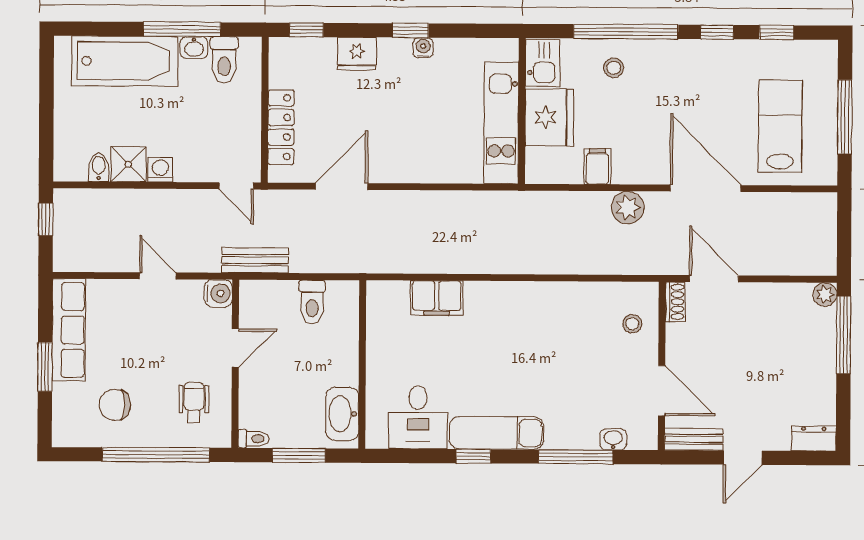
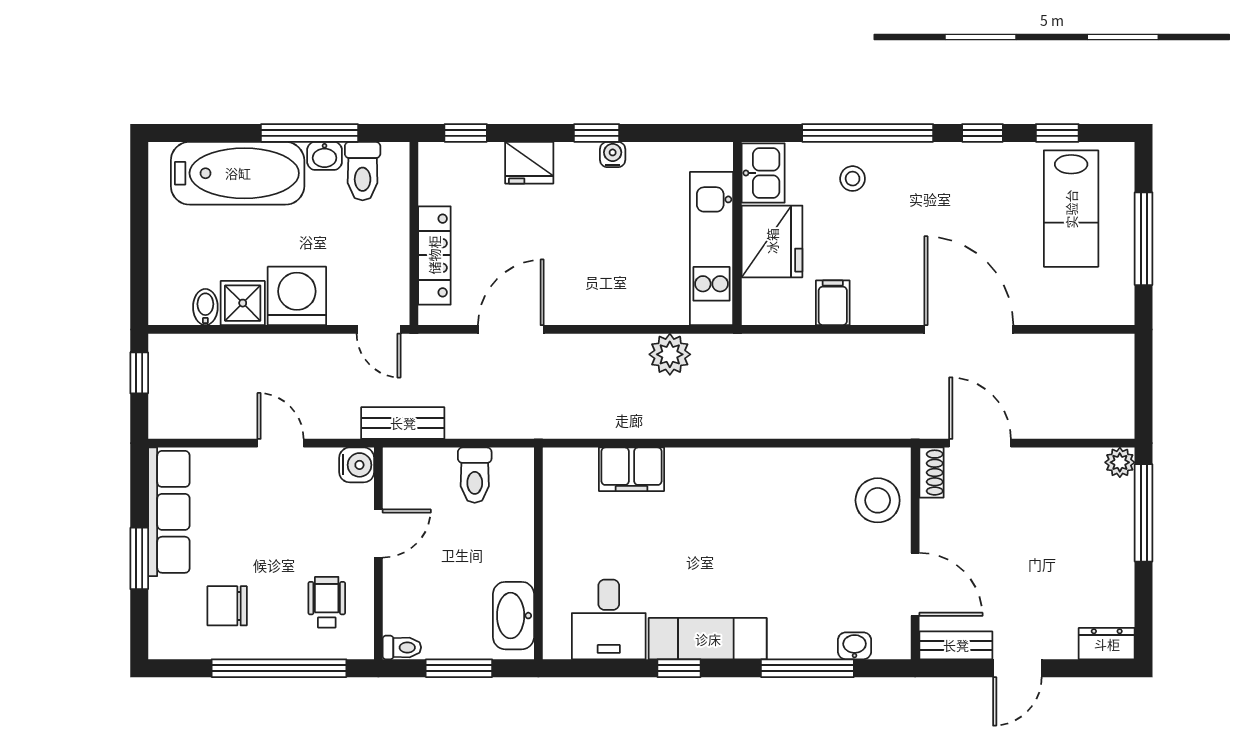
lab bench: (780, 126) -> (1071, 209), moved, turned 180
washing machine: (160, 170) -> (297, 296), width x1.89, depth x1.89
plant: (628, 208) -> (670, 354), moved
stool: (632, 324) -> (878, 500), width x1.89, depth x1.89

